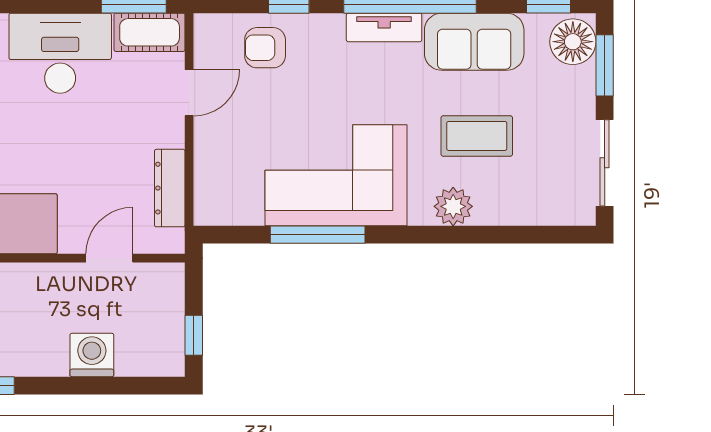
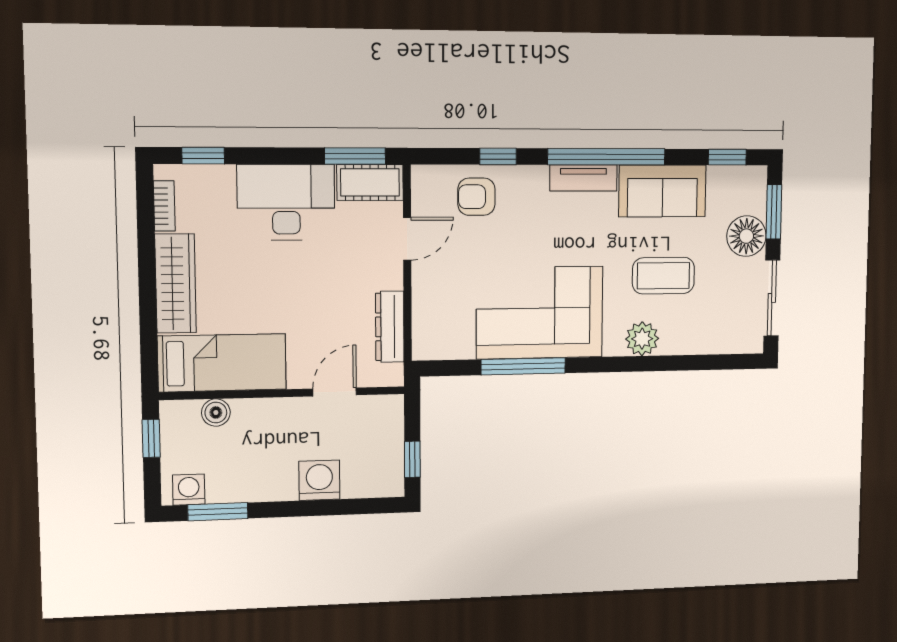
floor lamp: (573, 42) -> (746, 236), moved

